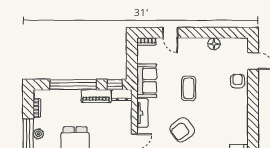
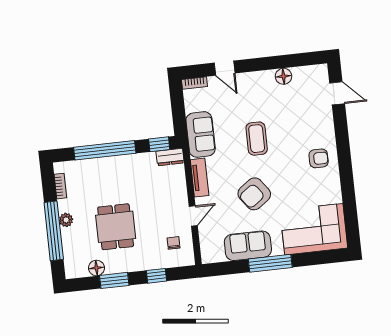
armchair: (238, 81) -> (319, 158), moved, turned 90
piano: (96, 96) -> (136, 162), removed

